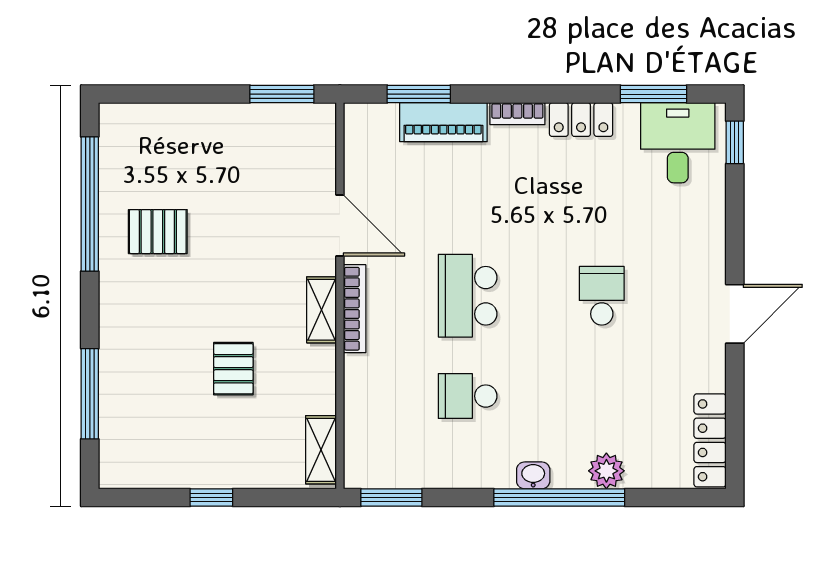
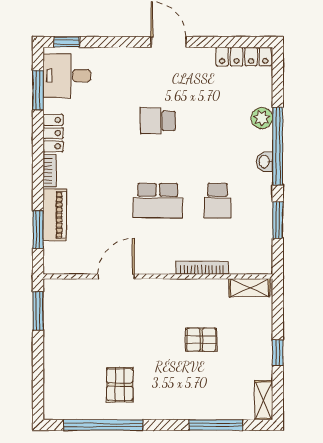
bookcase: (355, 309) -> (202, 268), moved
shelving: (322, 310) -> (264, 400), moved, turned 90
window: (391, 497) -> (278, 220), moved

